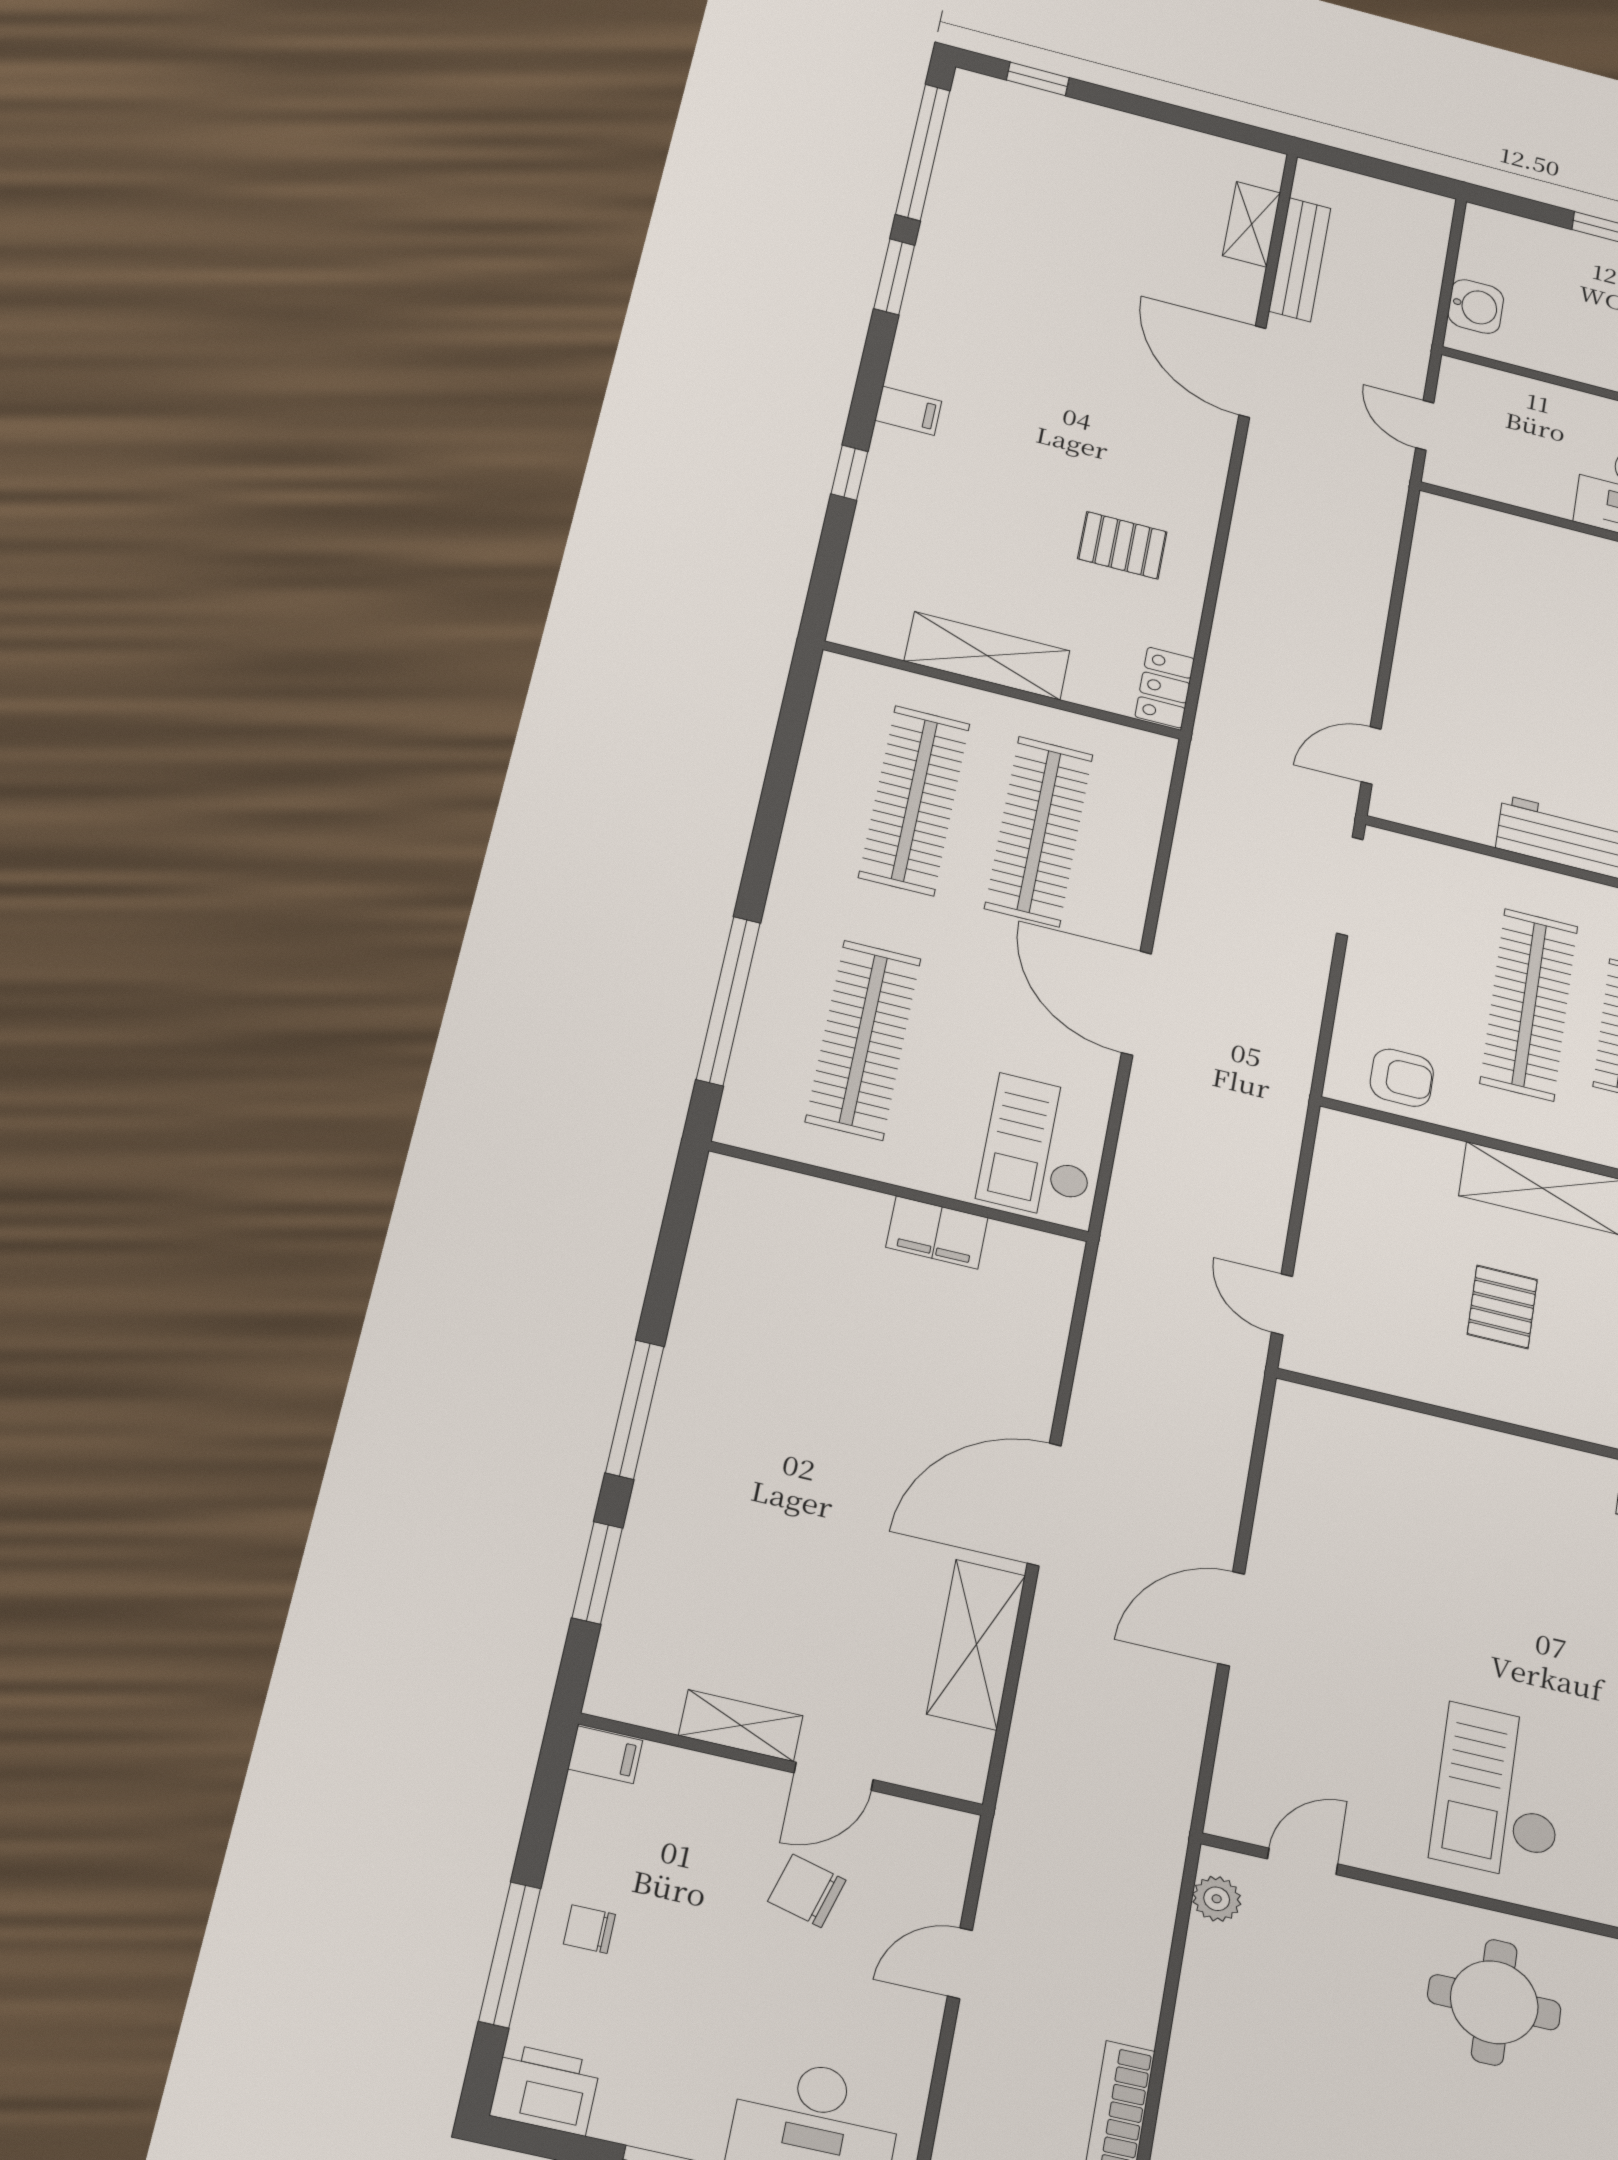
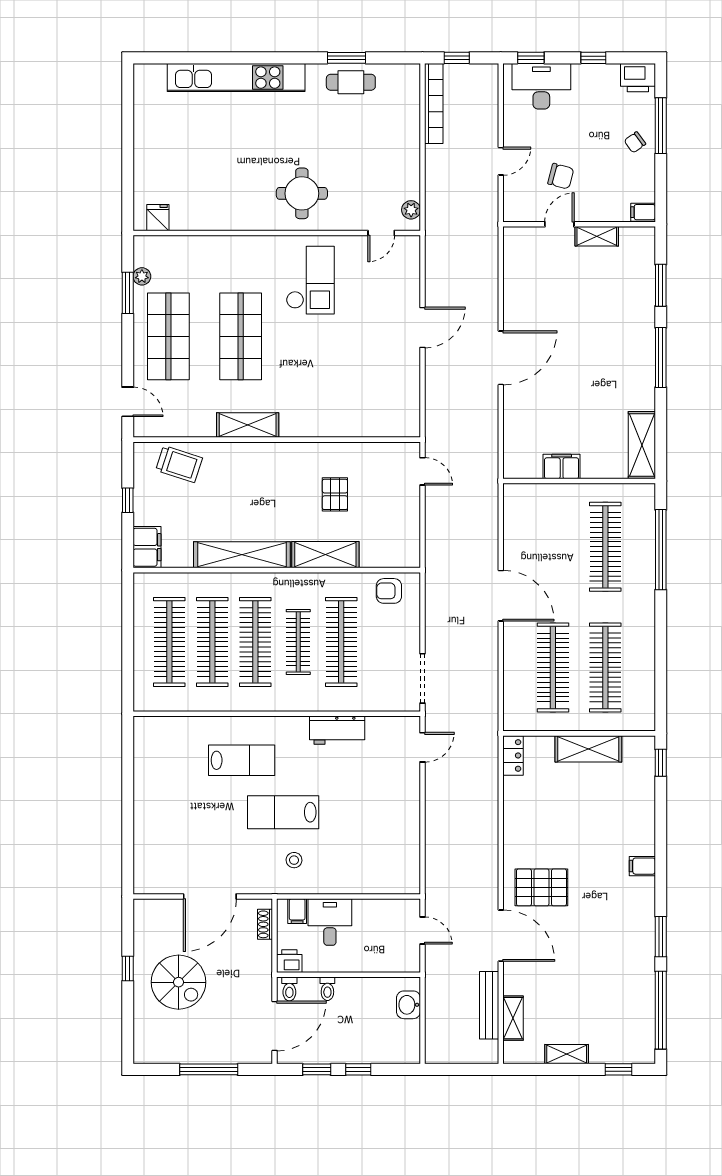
shelving: (1146, 134) -> (567, 1054), added
window: (849, 473) -> (661, 763), moved
pallet: (1122, 545) -> (541, 887), moved, width x1.50, depth x1.42
checkout: (1040, 1148) -> (528, 517), removed
shelving: (976, 1644) -> (642, 445), moved
chair: (589, 1929) -> (635, 142), turned 144

